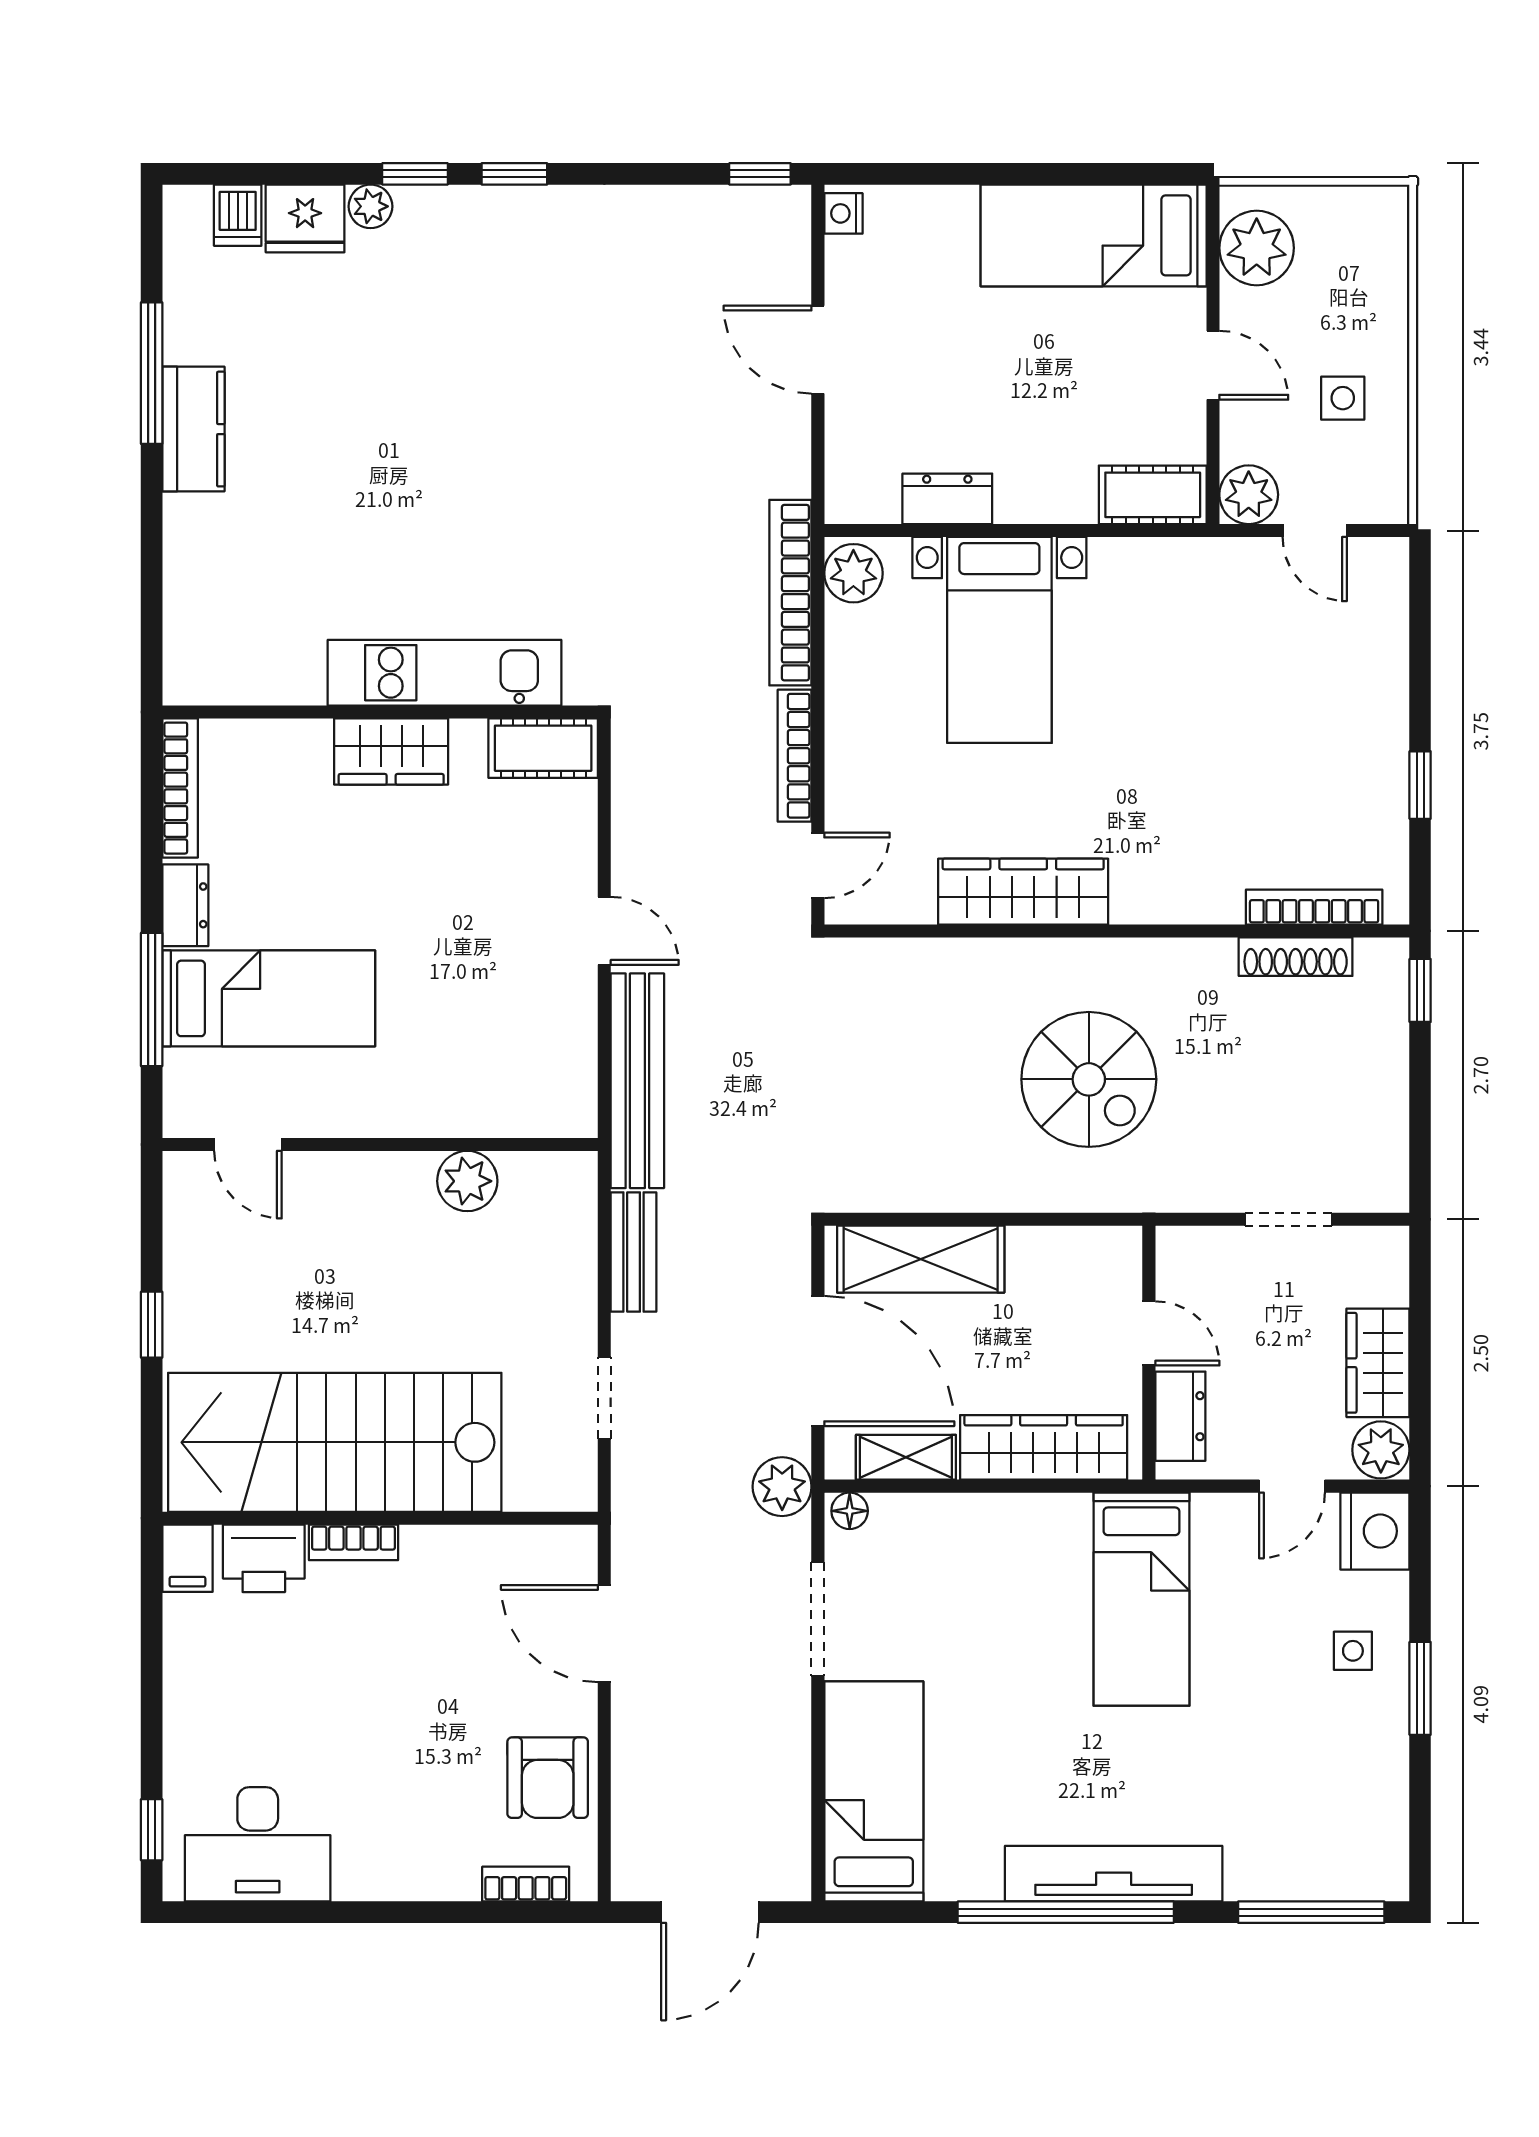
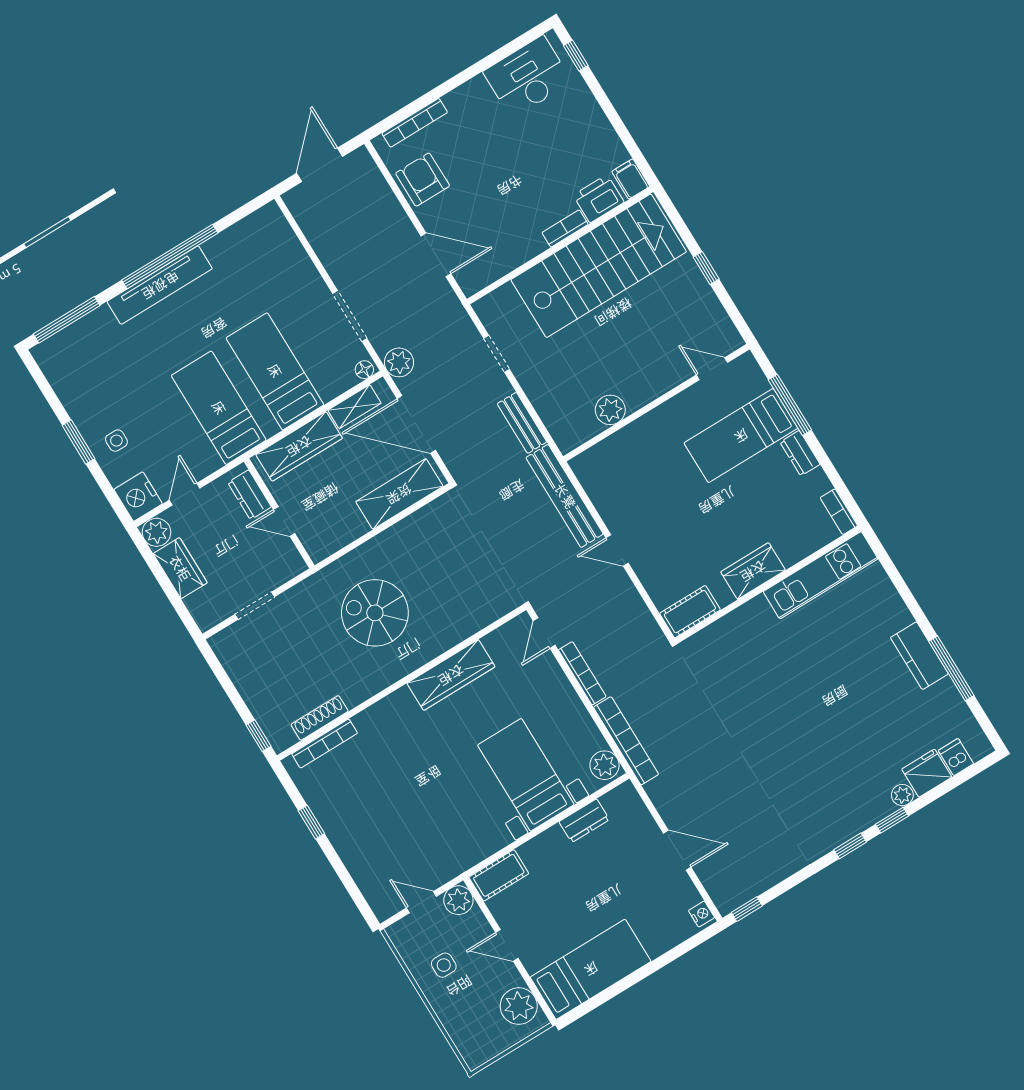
kitchen unit: (445, 673) -> (821, 575), moved
bookcase: (180, 788) -> (839, 512), width x0.64
bed: (874, 1791) -> (275, 371), moved, turned 180
bookcase: (526, 1884) -> (415, 123), width x1.56

